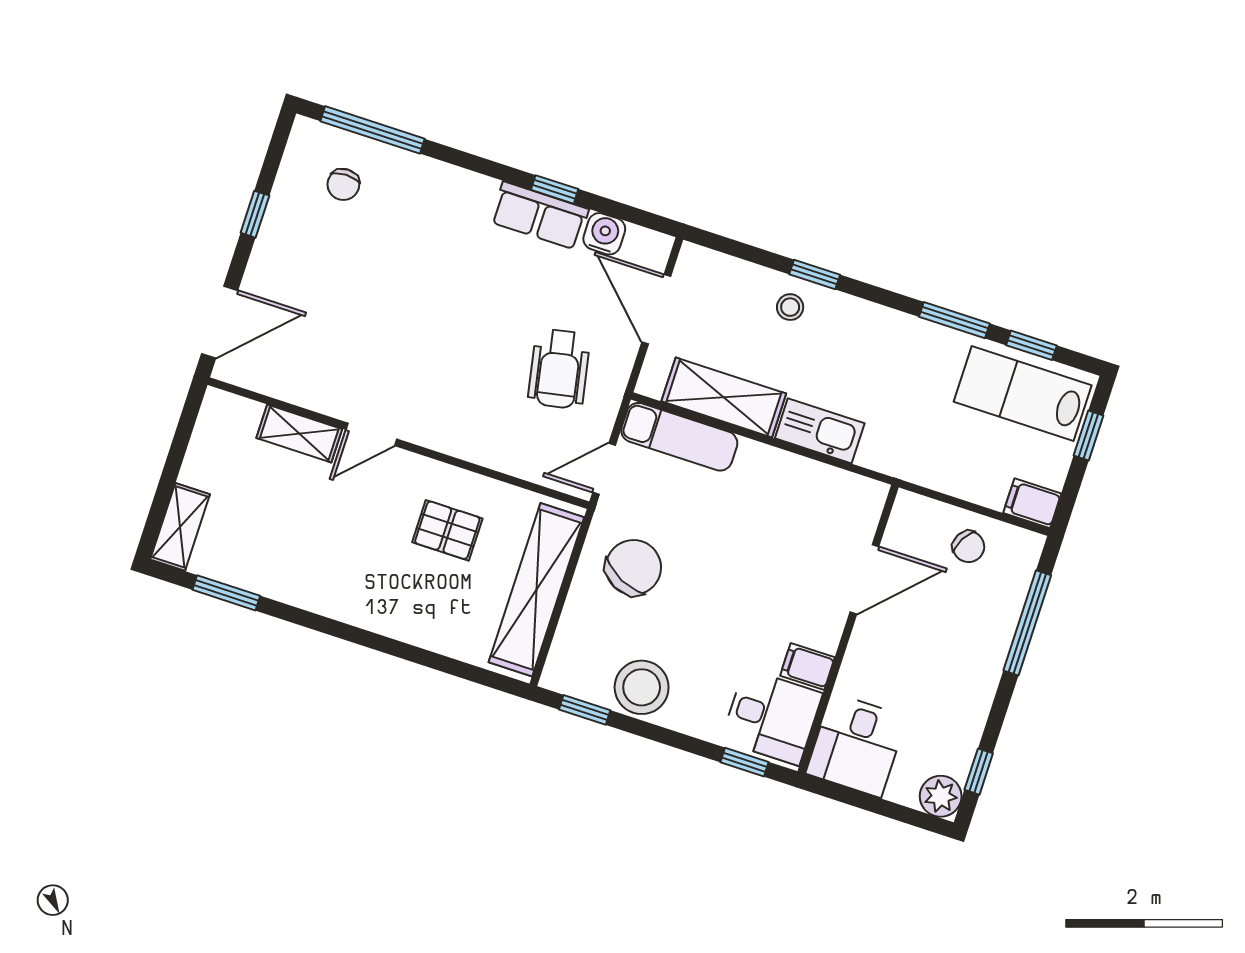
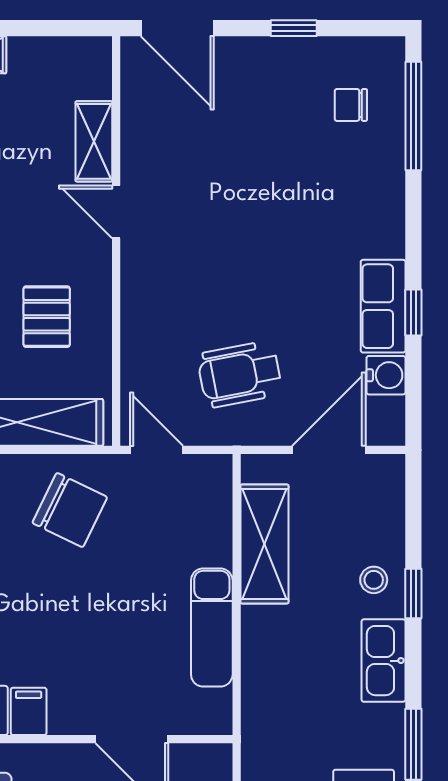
kitchen sink: (820, 431) -> (384, 661), moved, turned 180
exam couch: (679, 437) -> (212, 628), moved

